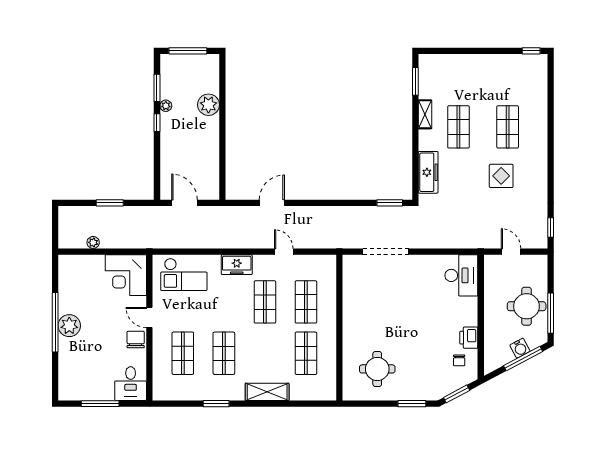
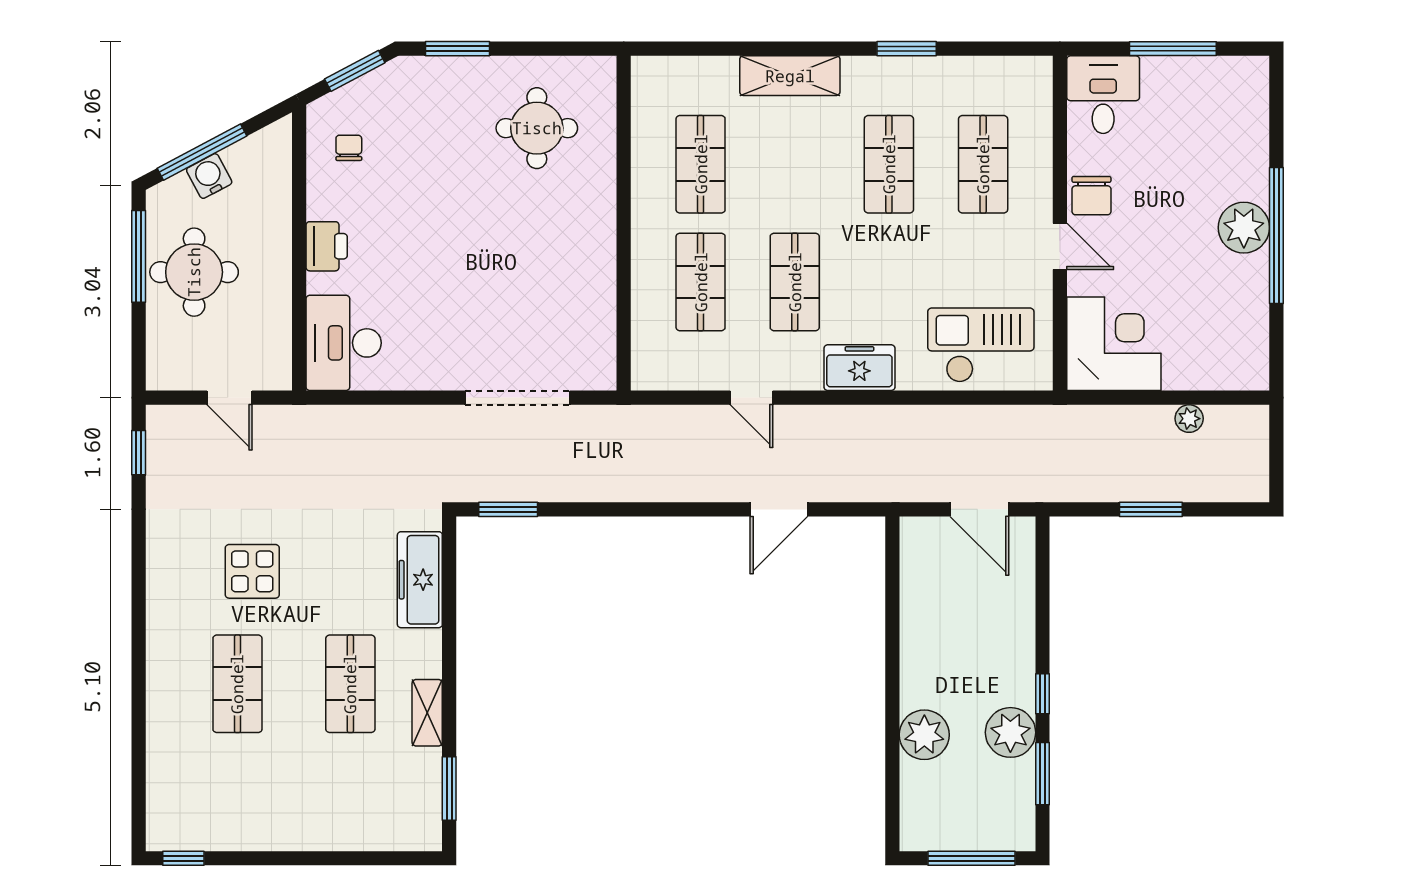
plant: (166, 106) -> (1010, 732), width x1.88, depth x1.88
printer: (469, 338) -> (327, 246), moved

